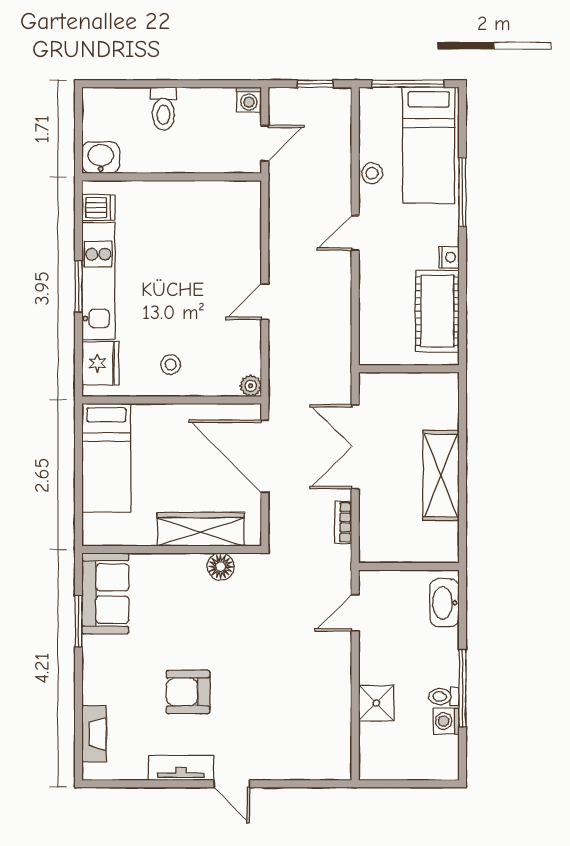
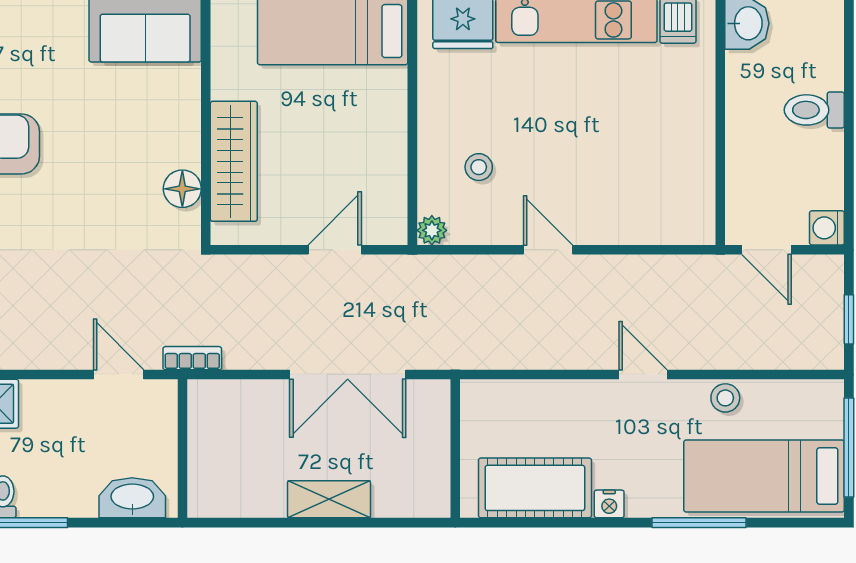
stool: (171, 365) -> (479, 167), moved
double door: (355, 447) -> (348, 374), swing flipped
door: (265, 456) -> (335, 250), width x0.53
shelving: (441, 475) -> (329, 499), width x0.67, depth x0.75
bookcase: (343, 522) -> (192, 358), moved

